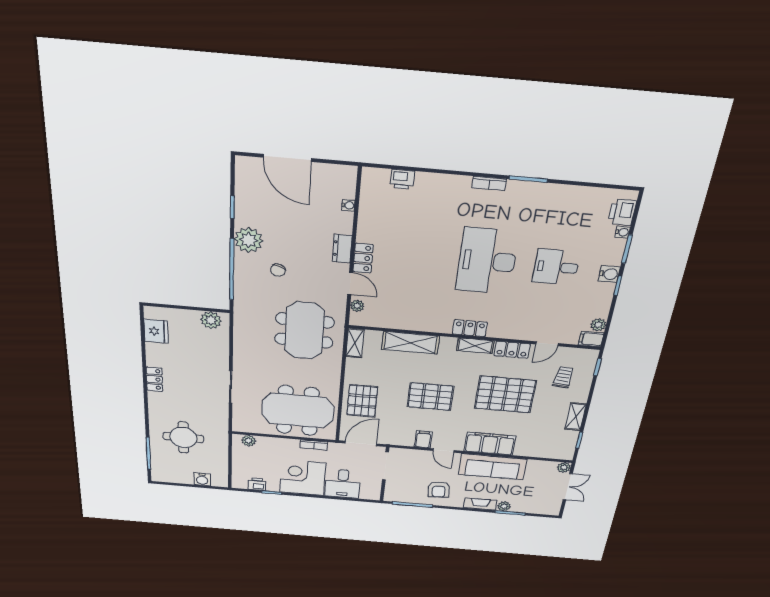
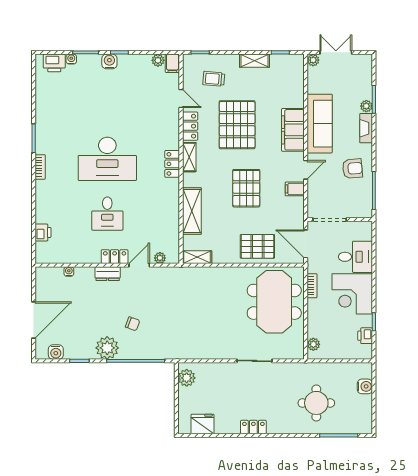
water cooler: (244, 181) -> (56, 352), added
desk: (556, 267) -> (107, 214), moved
meeting table: (304, 331) -> (189, 300), removed

